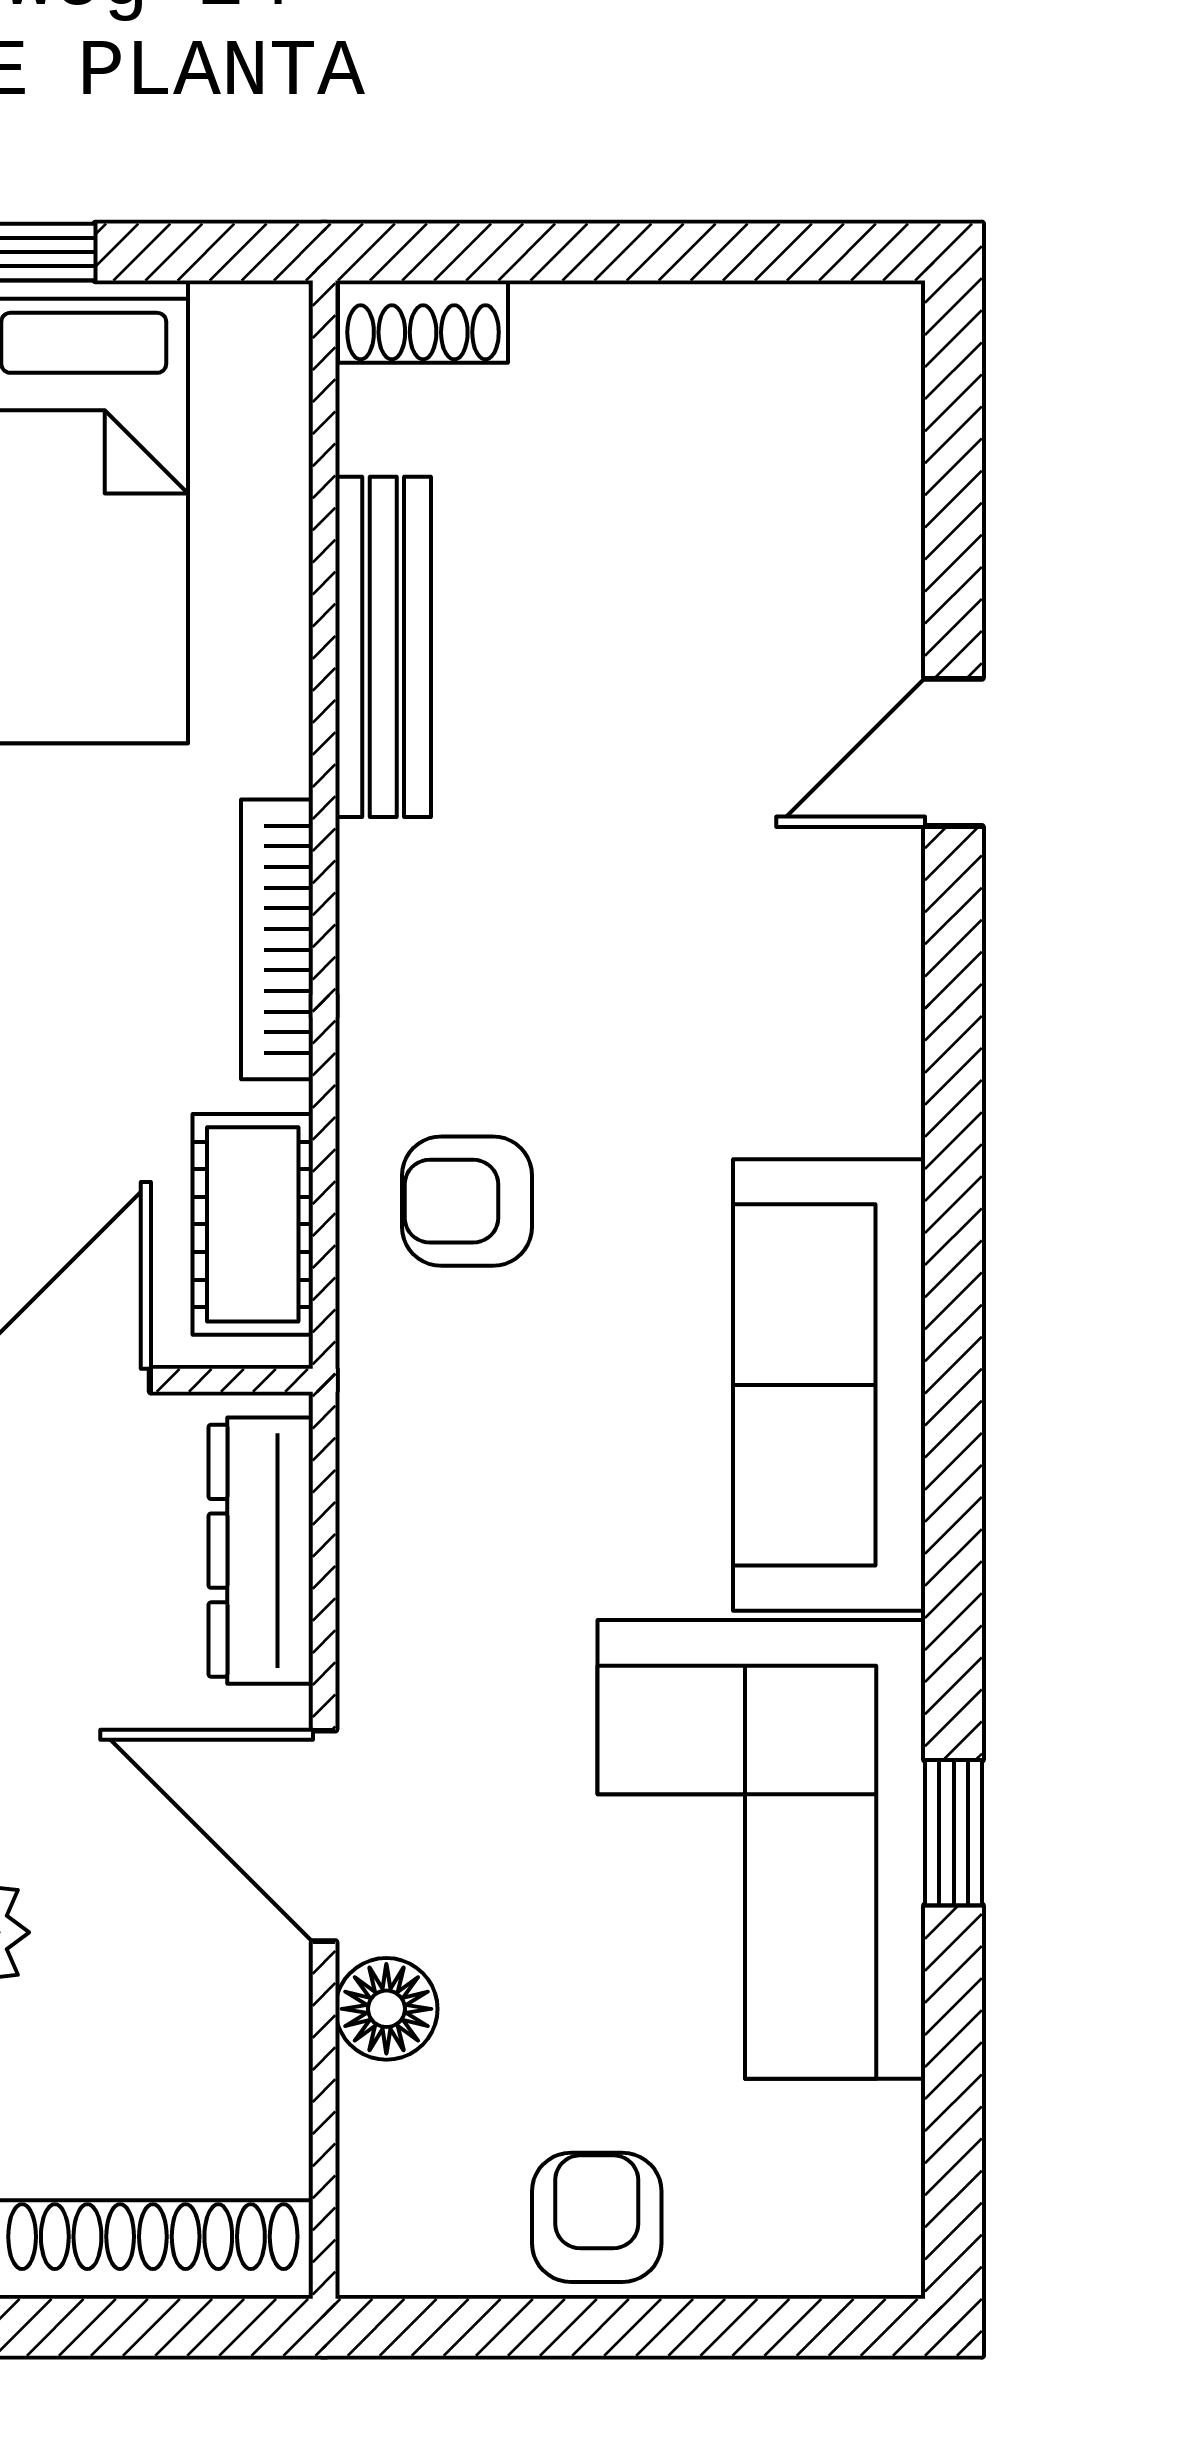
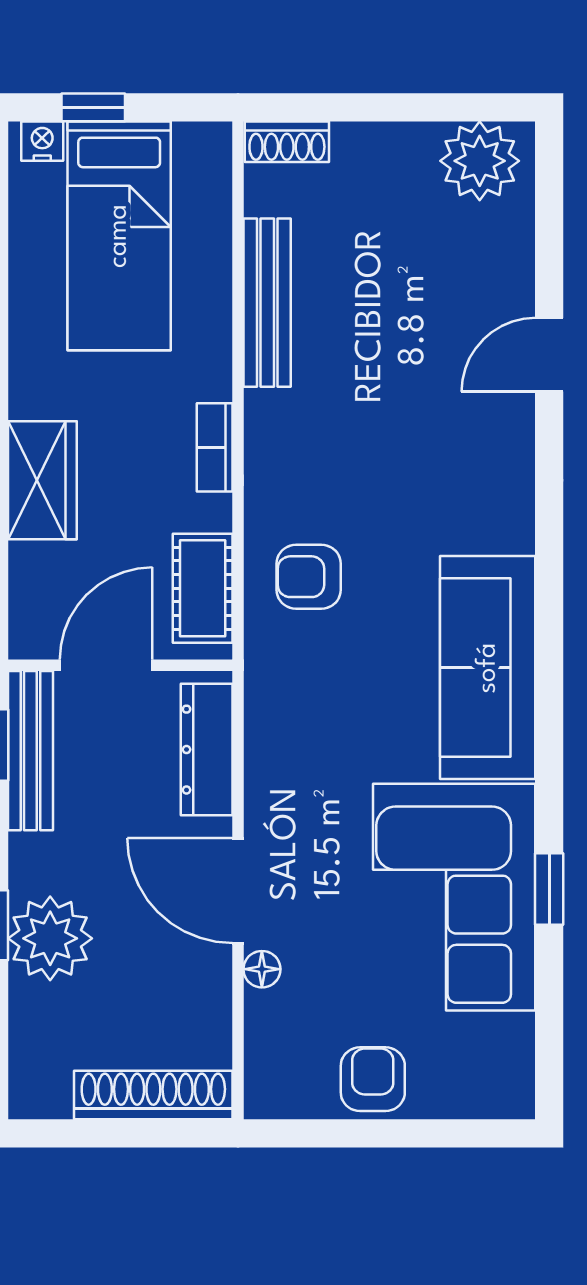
plant: (813, 360) -> (480, 161), added
bookcase: (277, 939) -> (215, 447), width x0.64
floor lamp: (386, 2009) -> (262, 969), width x0.73, depth x0.73

